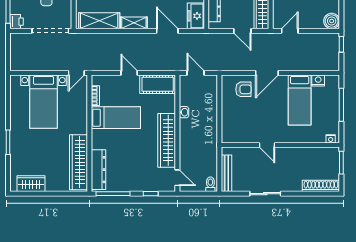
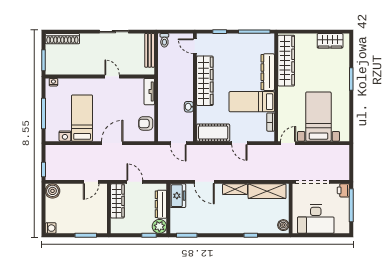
armchair: (243, 89) -> (146, 123), moved
tv unit: (227, 129) -> (149, 92), added
dresser: (98, 170) -> (268, 72), moved

